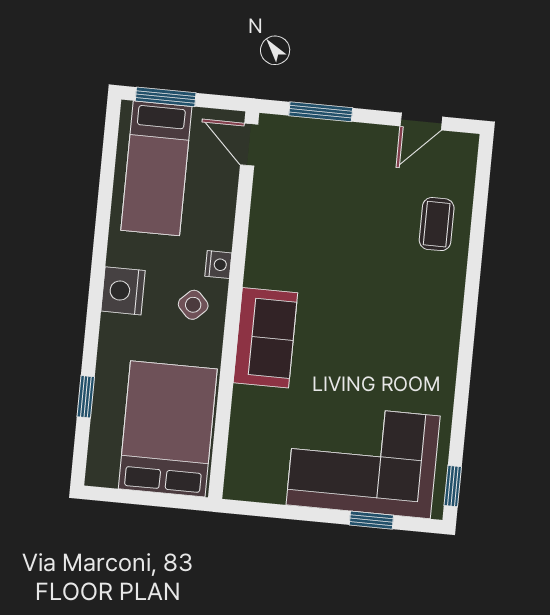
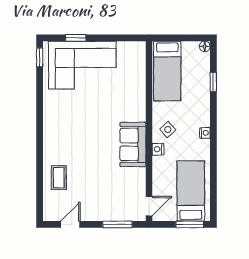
door: (249, 145) -> (149, 206), hinge flipped
nightstand: (123, 291) -> (205, 133), width x0.53, depth x0.56
sofa: (265, 338) -> (133, 145), moved
bed: (168, 429) -> (167, 71), width x0.67
floor lamp: (97, 475) -> (205, 46), added

